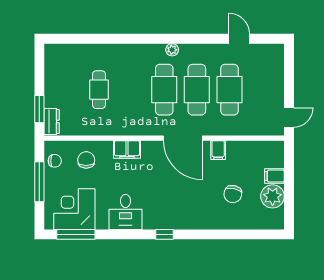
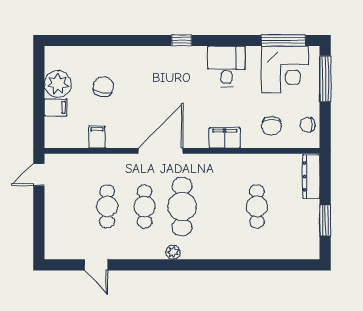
cafe table: (197, 90) -> (145, 206), width x0.73, depth x0.74
cafe table: (229, 90) -> (107, 206), width x0.73, depth x0.74
window: (39, 109) -> (325, 221), moved
dresser: (52, 122) -> (311, 177), width x1.44
door: (183, 138) -> (161, 151), hinge flipped
filing cabinet: (218, 150) -> (97, 137), moved
window: (39, 182) -> (325, 79), moved

